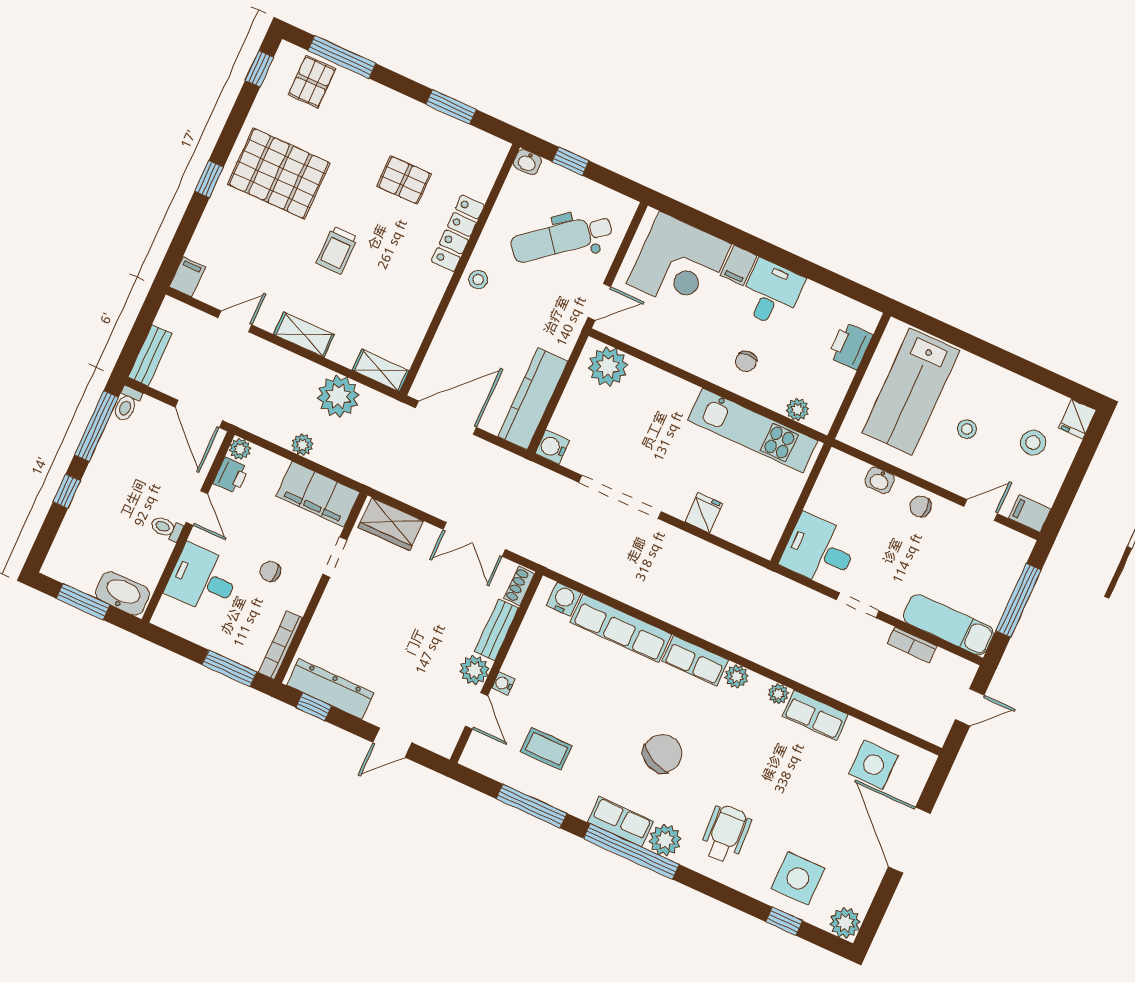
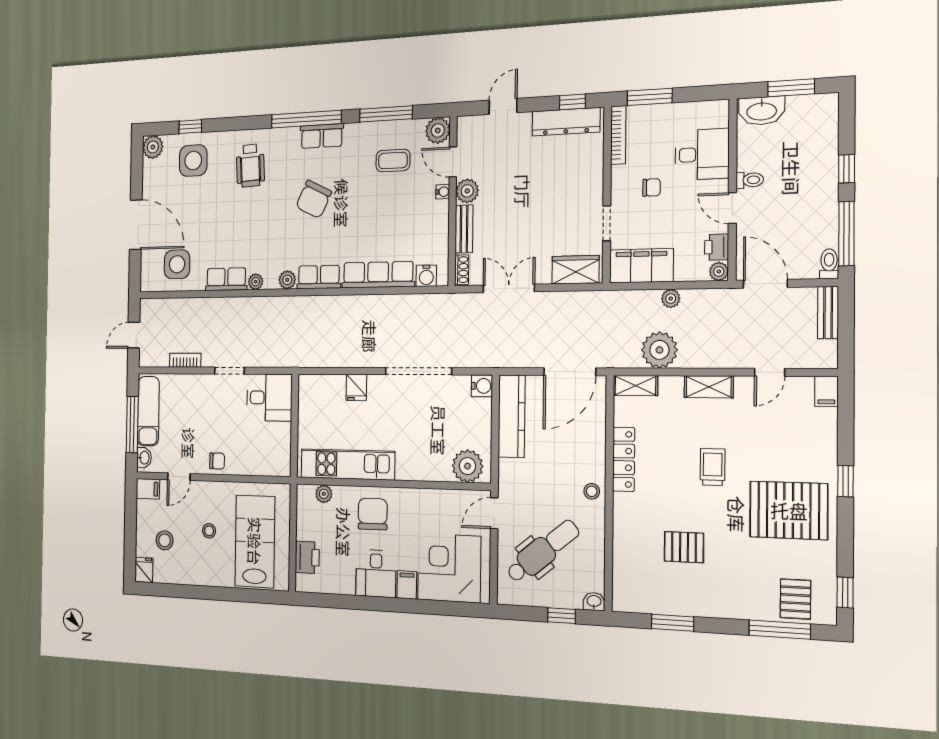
locker: (458, 233) -> (624, 459), moved
chair: (746, 361) -> (373, 514), width x1.87, depth x1.87
washbasin: (880, 480) -> (144, 458), moved, turned 90
exam couch: (948, 625) -> (148, 411), moved, turned -90
plant: (665, 840) -> (438, 130), moved

